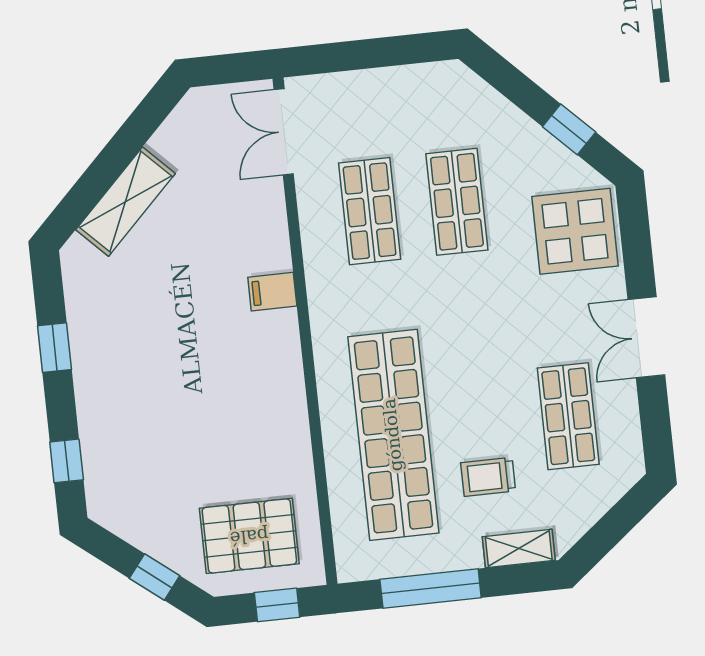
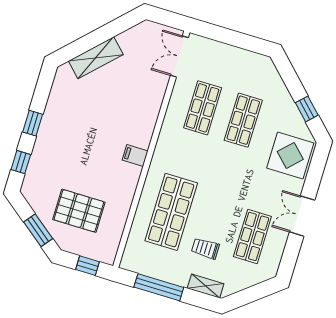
filing cabinet: (272, 292) -> (135, 156), moved
window: (54, 348) -> (33, 123), moved
shop shelf: (393, 435) -> (171, 212), width x0.71
pallet: (249, 536) -> (79, 211), moved
window: (154, 577) -> (38, 230), width x1.50

